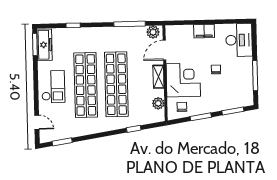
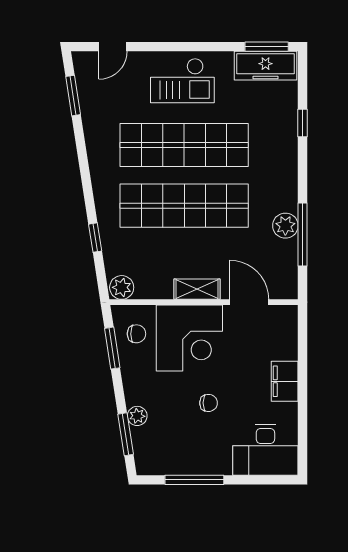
plant: (153, 32) -> (285, 226), moved
plant: (158, 103) -> (122, 287), moved
plant: (223, 105) -> (137, 416), added
window: (201, 117) -> (112, 348), moved

